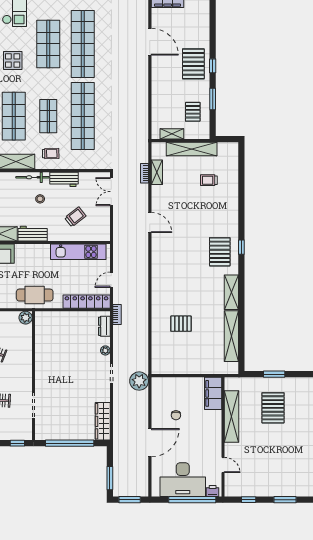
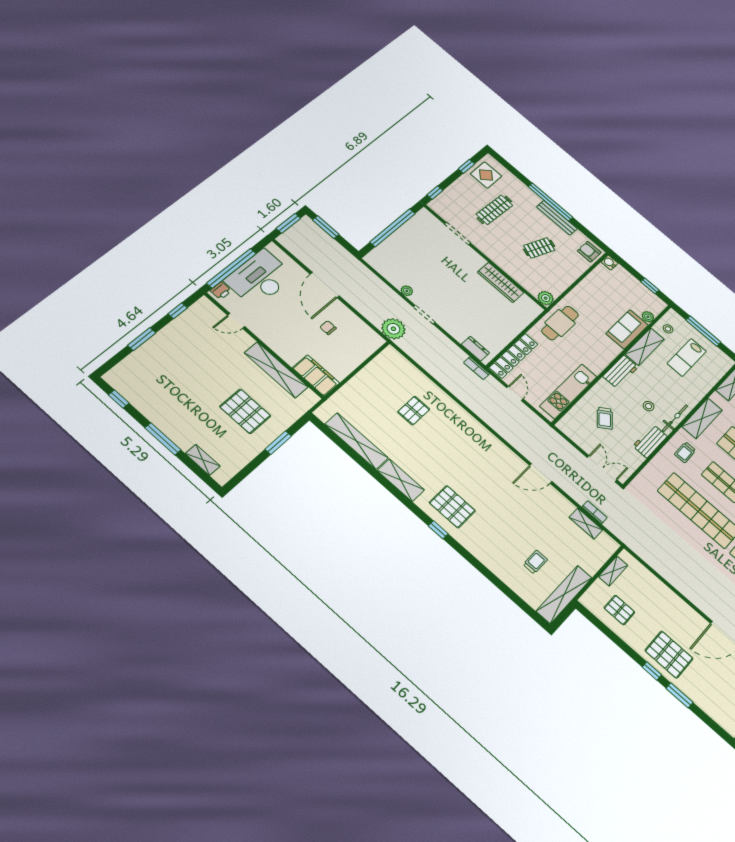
window: (213, 99) -> (680, 695), moved
shelving: (192, 149) -> (564, 594), moved
plant: (105, 350) -> (407, 291), moved
wardrobe: (103, 421) -> (501, 282), moved, turned 180

